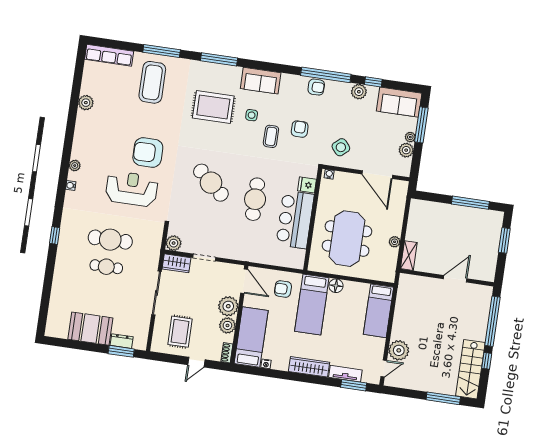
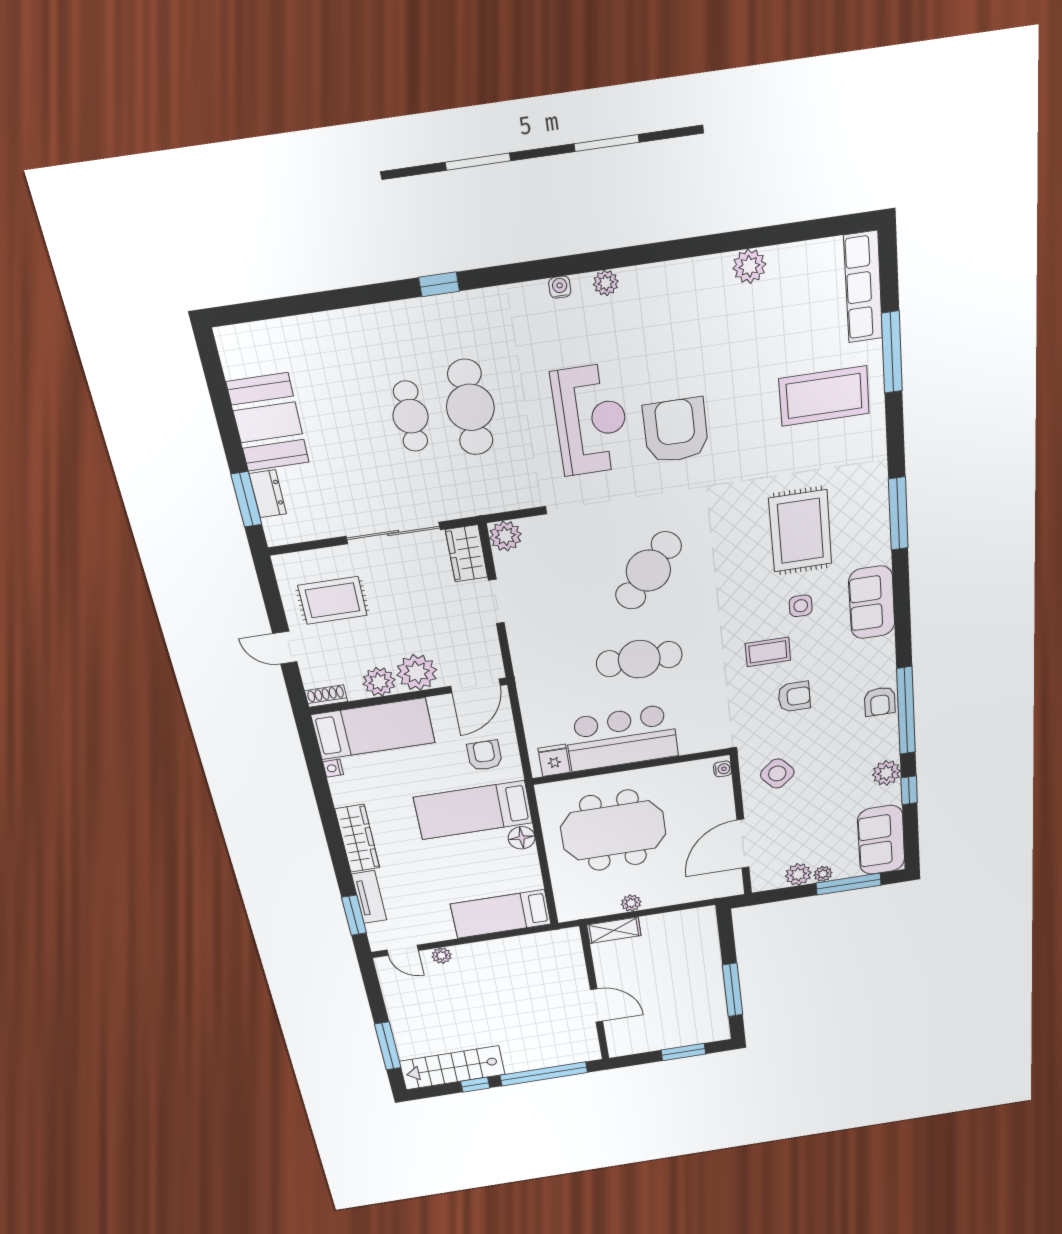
window: (162, 51) -> (892, 352), moved
fridge: (307, 185) -> (554, 760), moved
plant: (399, 350) -> (442, 956), width x0.53, depth x0.53

